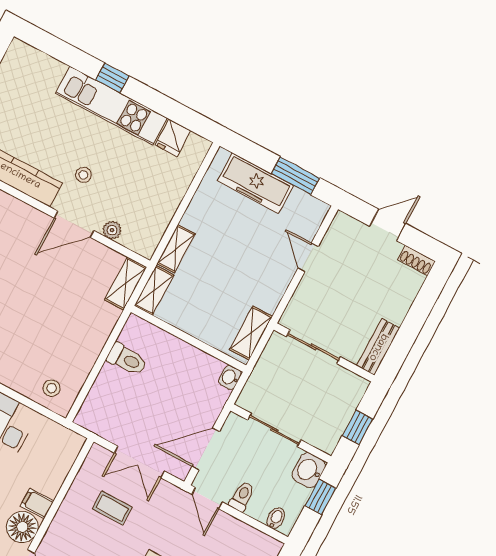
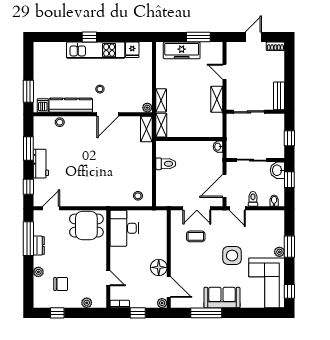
plant: (112, 230) -> (147, 108), moved
shelving: (251, 333) -> (217, 99), moved
filing cabinet: (37, 503) -> (160, 253), removed

